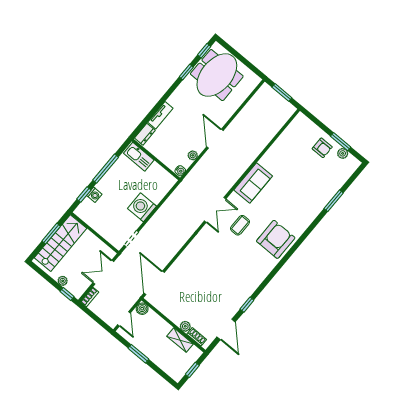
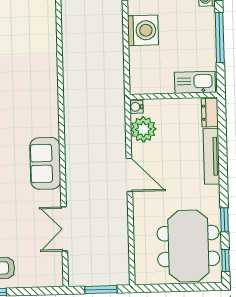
tv unit: (160, 115) -> (212, 156), width x1.41
plant: (193, 155) -> (143, 129), width x1.87, depth x1.87
double door: (215, 210) -> (64, 229), moved
coffee table: (240, 225) -> (19, 105), removed

